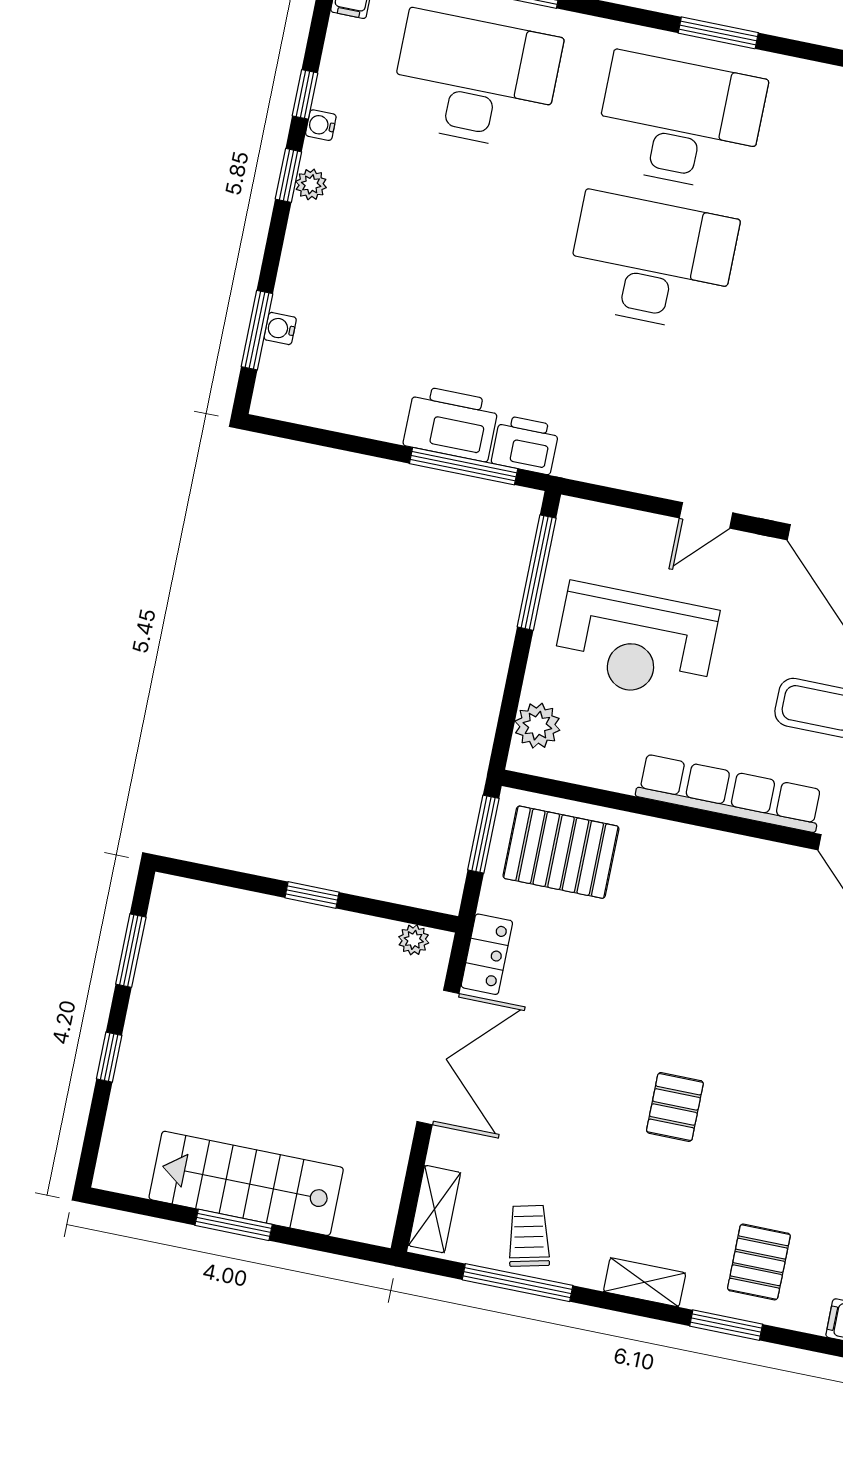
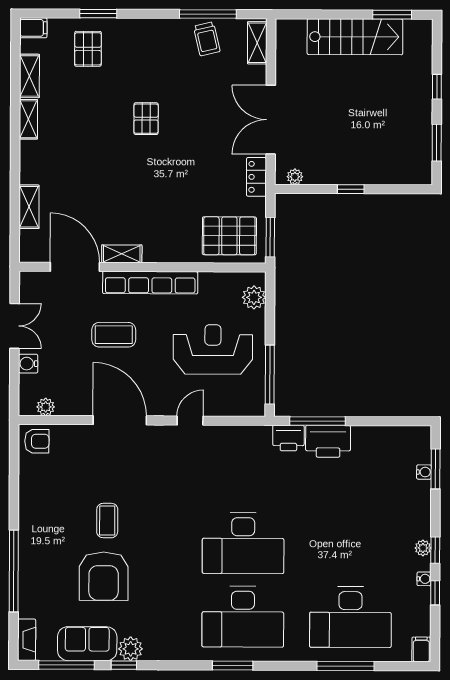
window: (234, 1225) -> (392, 15), moved
shelving: (645, 1282) -> (122, 254), moved

